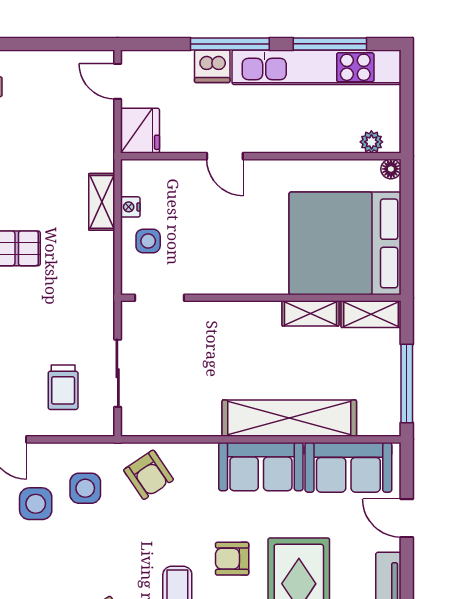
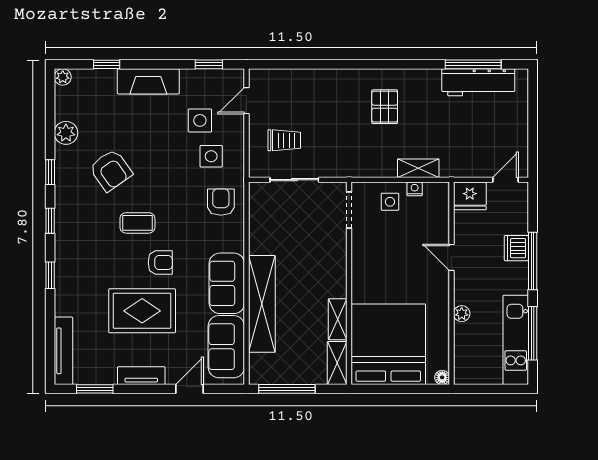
kitchen unit: (317, 67) -> (516, 340), width x0.73
plant: (371, 142) -> (462, 314), moved
door: (225, 156) -> (451, 257), hinge flipped
trolley: (63, 387) -> (284, 140), turned 180
armchair: (149, 475) -> (221, 202), turned 124
armchair: (232, 559) -> (160, 262), turned 90

